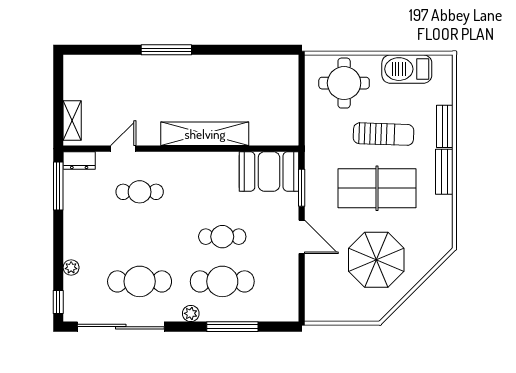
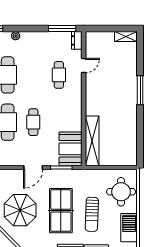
shelving: (72, 120) -> (126, 36), moved
shelving: (205, 134) -> (92, 141), moved
door: (123, 149) -> (84, 66), hinge flipped

